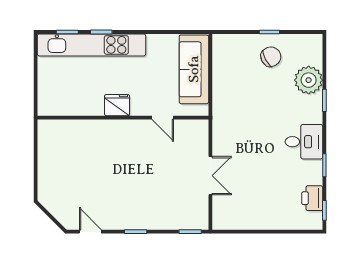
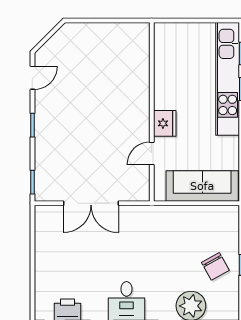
fridge: (117, 105) -> (165, 123), moved
double door: (210, 176) -> (91, 203), width x1.37

